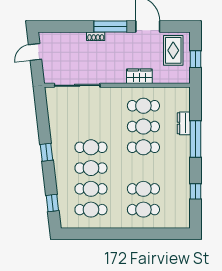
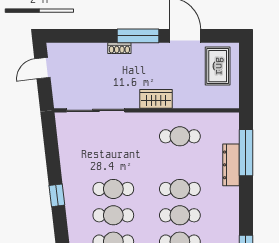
window: (196, 59) -> (246, 77), removed
wardrobe: (139, 76) -> (156, 99), moved
dresser: (184, 123) -> (231, 165), width x1.44
cafe table: (143, 127) -> (180, 215), moved
window: (196, 139) -> (246, 153), moved

